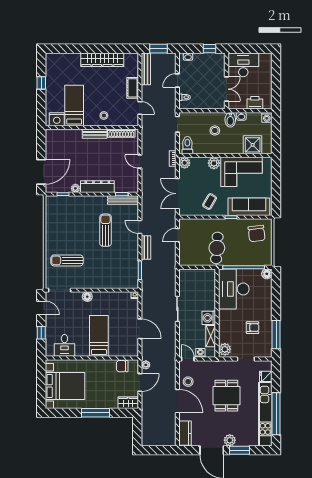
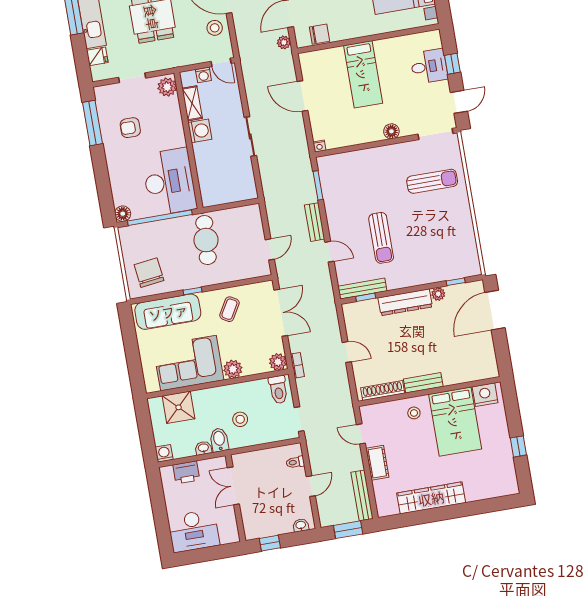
desk: (243, 65) -> (194, 531), moved
bed: (74, 105) -> (455, 422), width x1.50
door: (41, 308) -> (459, 102), swing flipped
desk: (64, 345) -> (429, 66), moved, turned 90

